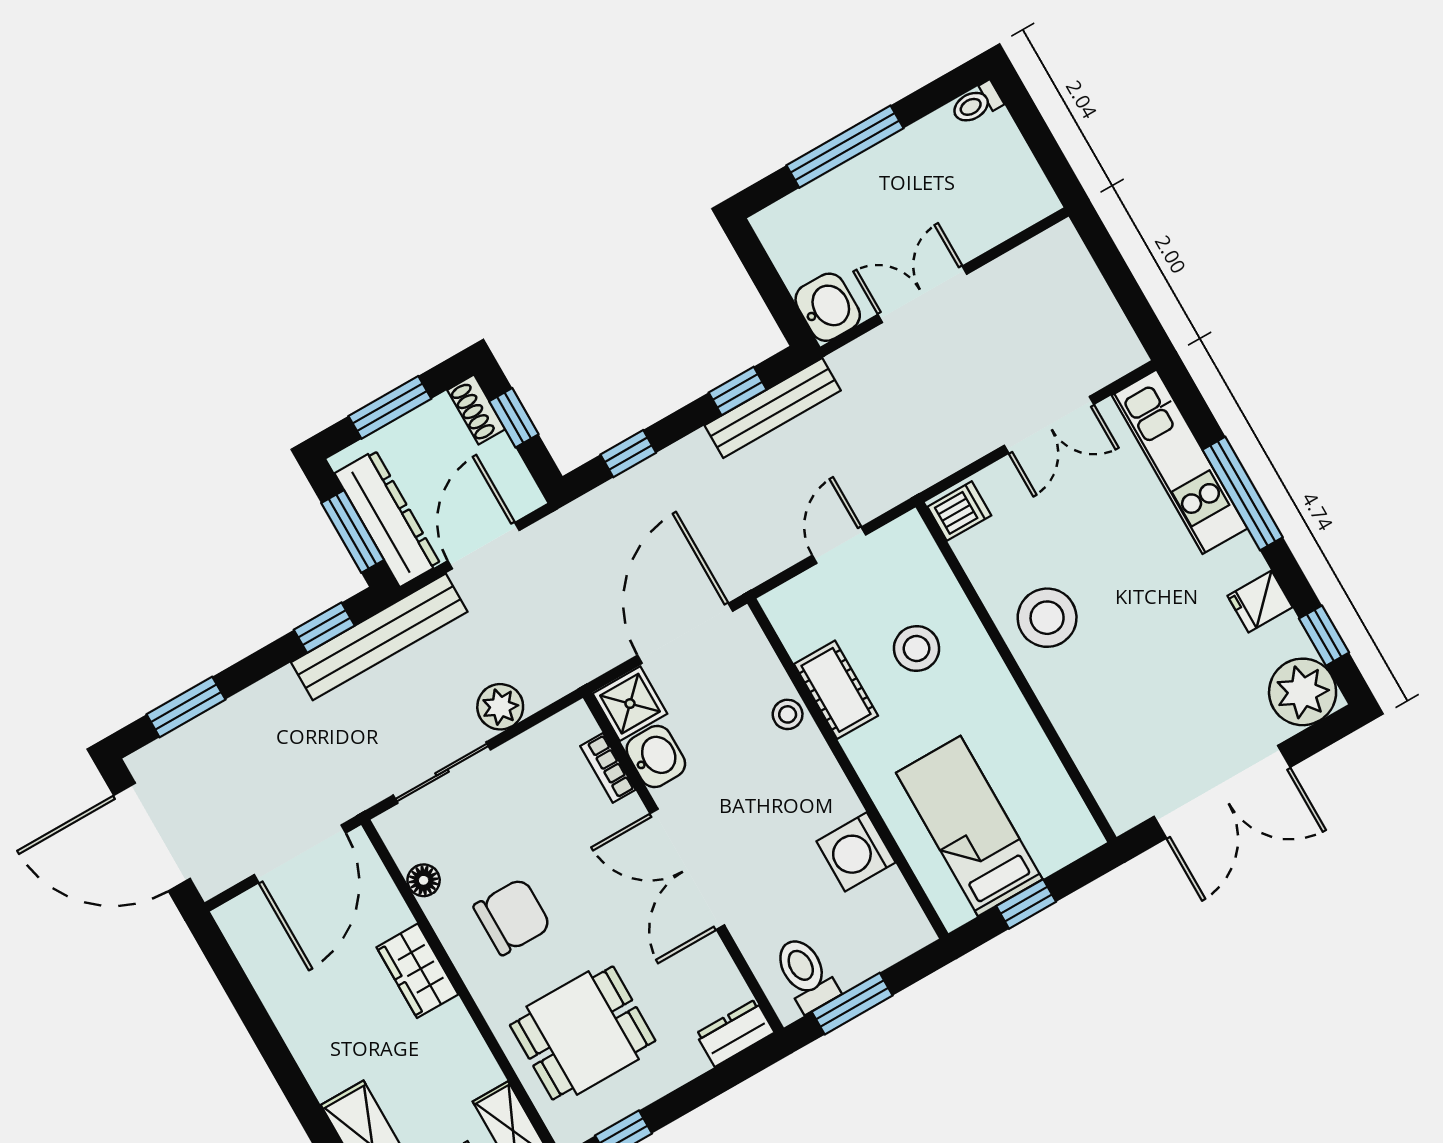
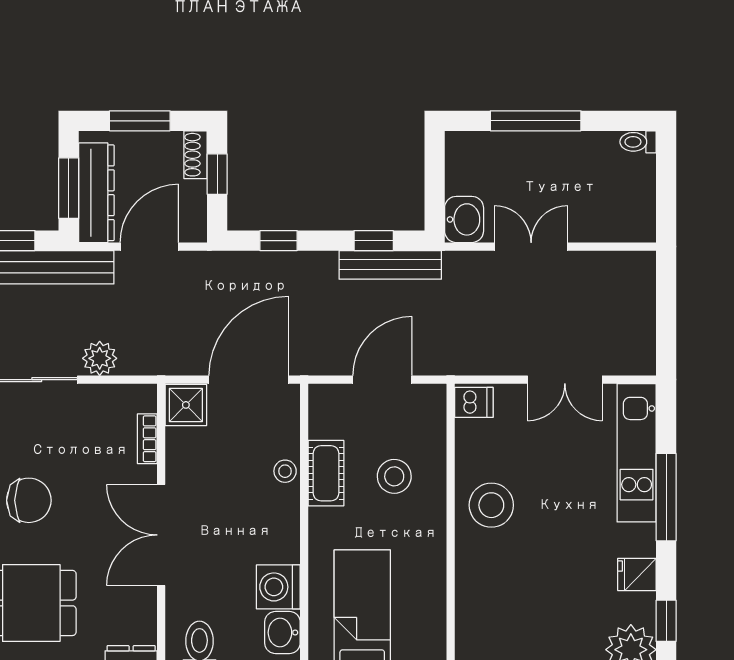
door: (839, 545) -> (382, 380), width x1.38
washbasin: (656, 757) -> (282, 633), moved, turned 180

